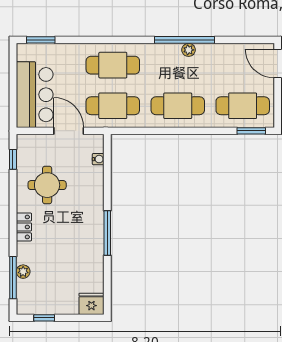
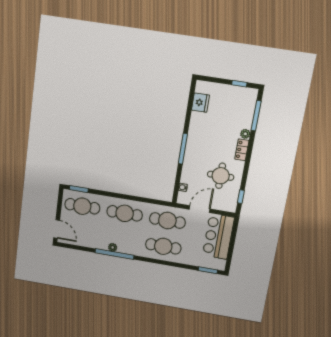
door: (69, 131) -> (200, 209), swing flipped
window: (107, 233) -> (183, 149), moved
plant: (23, 272) -> (245, 134), moved
fridge: (91, 304) -> (200, 103), moved, turned -90

